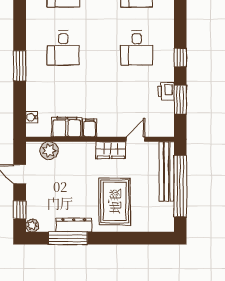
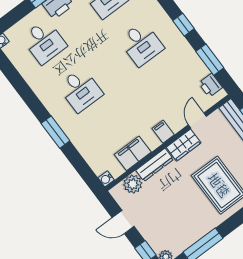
printer: (166, 91) -> (211, 85), moved
water cooler: (32, 117) -> (106, 179), moved
filing cabinet: (90, 128) -> (163, 132), moved
dresser: (74, 225) -> (155, 165), moved, turned 180

